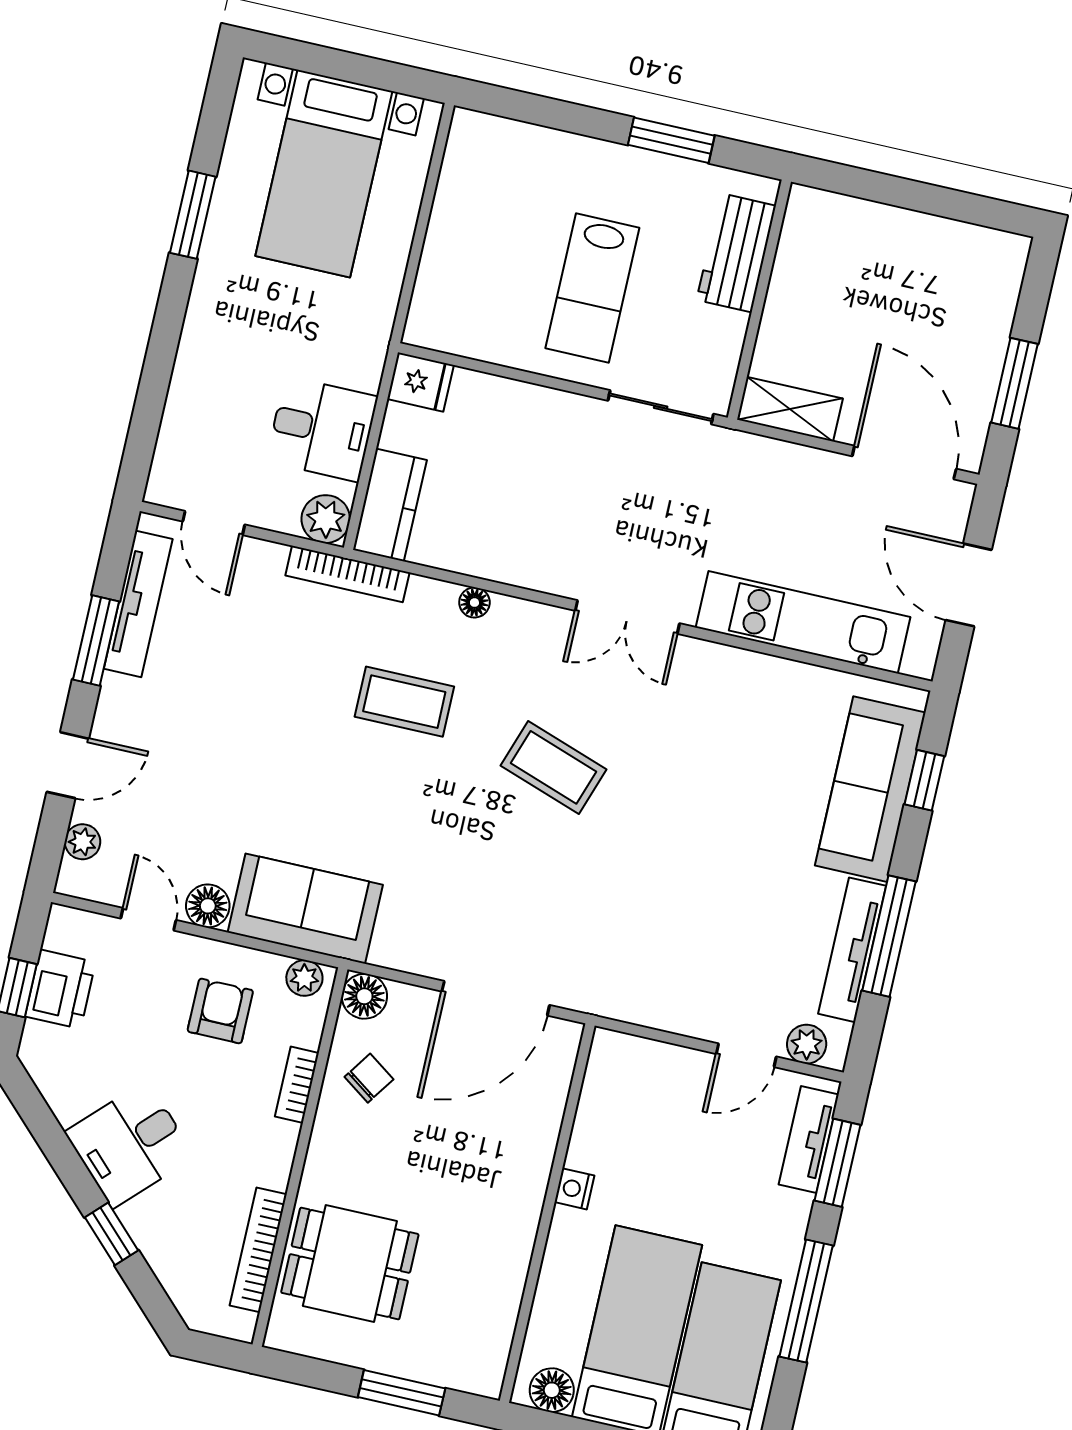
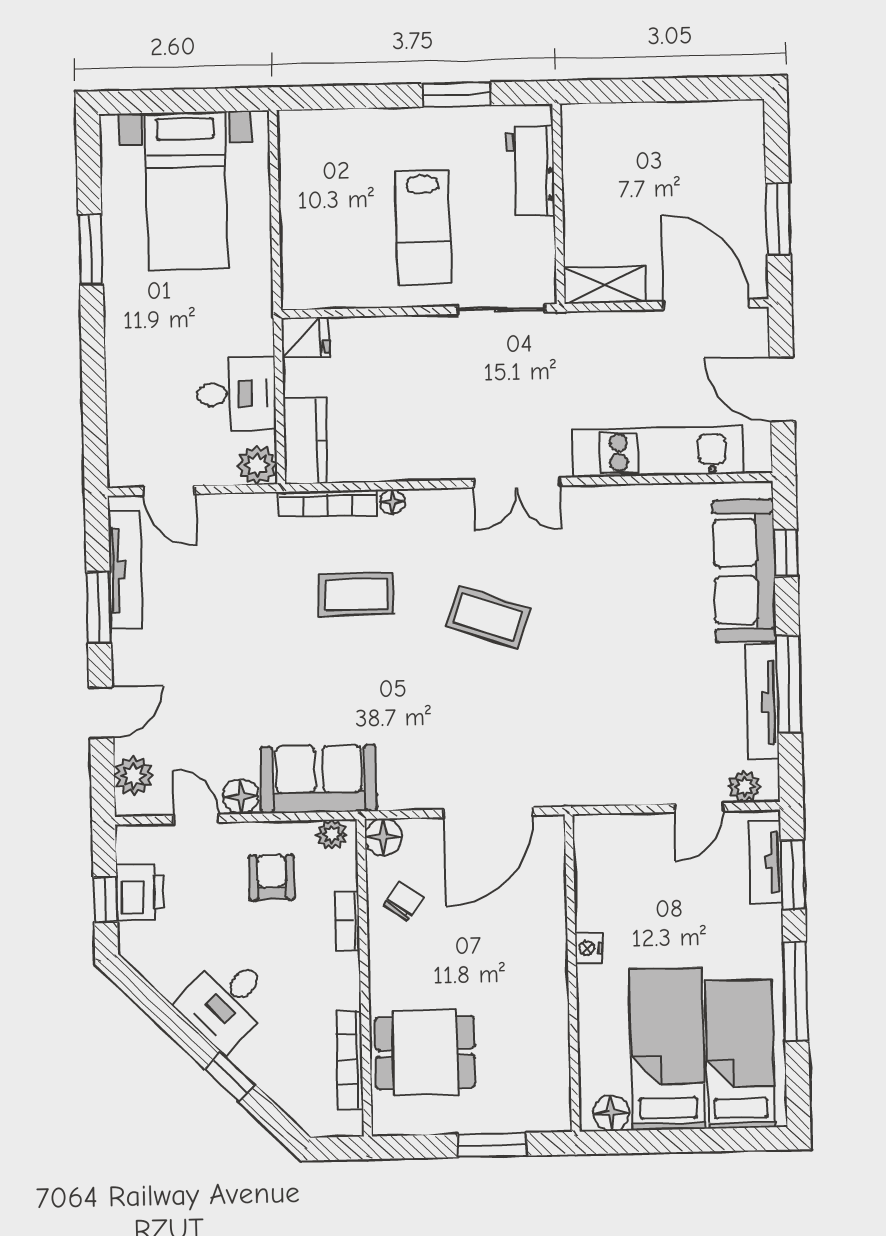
bookcase: (347, 574) -> (327, 503), moved
plant: (82, 842) -> (134, 776), width x1.38, depth x1.38

